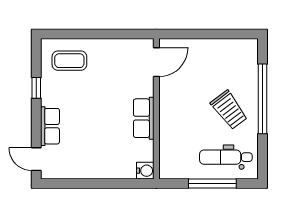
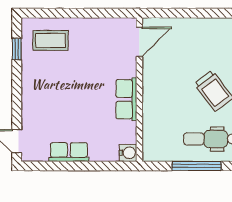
window: (36, 88) -> (17, 49), moved
row of seats: (50, 126) -> (69, 152), moved, turned -90

